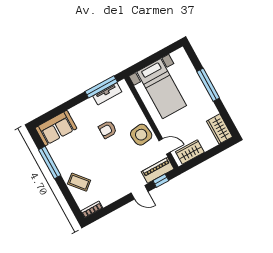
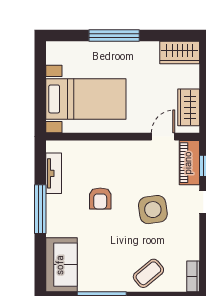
window: (101, 87) -> (40, 209), moved
side table: (141, 135) -> (153, 210), moved

